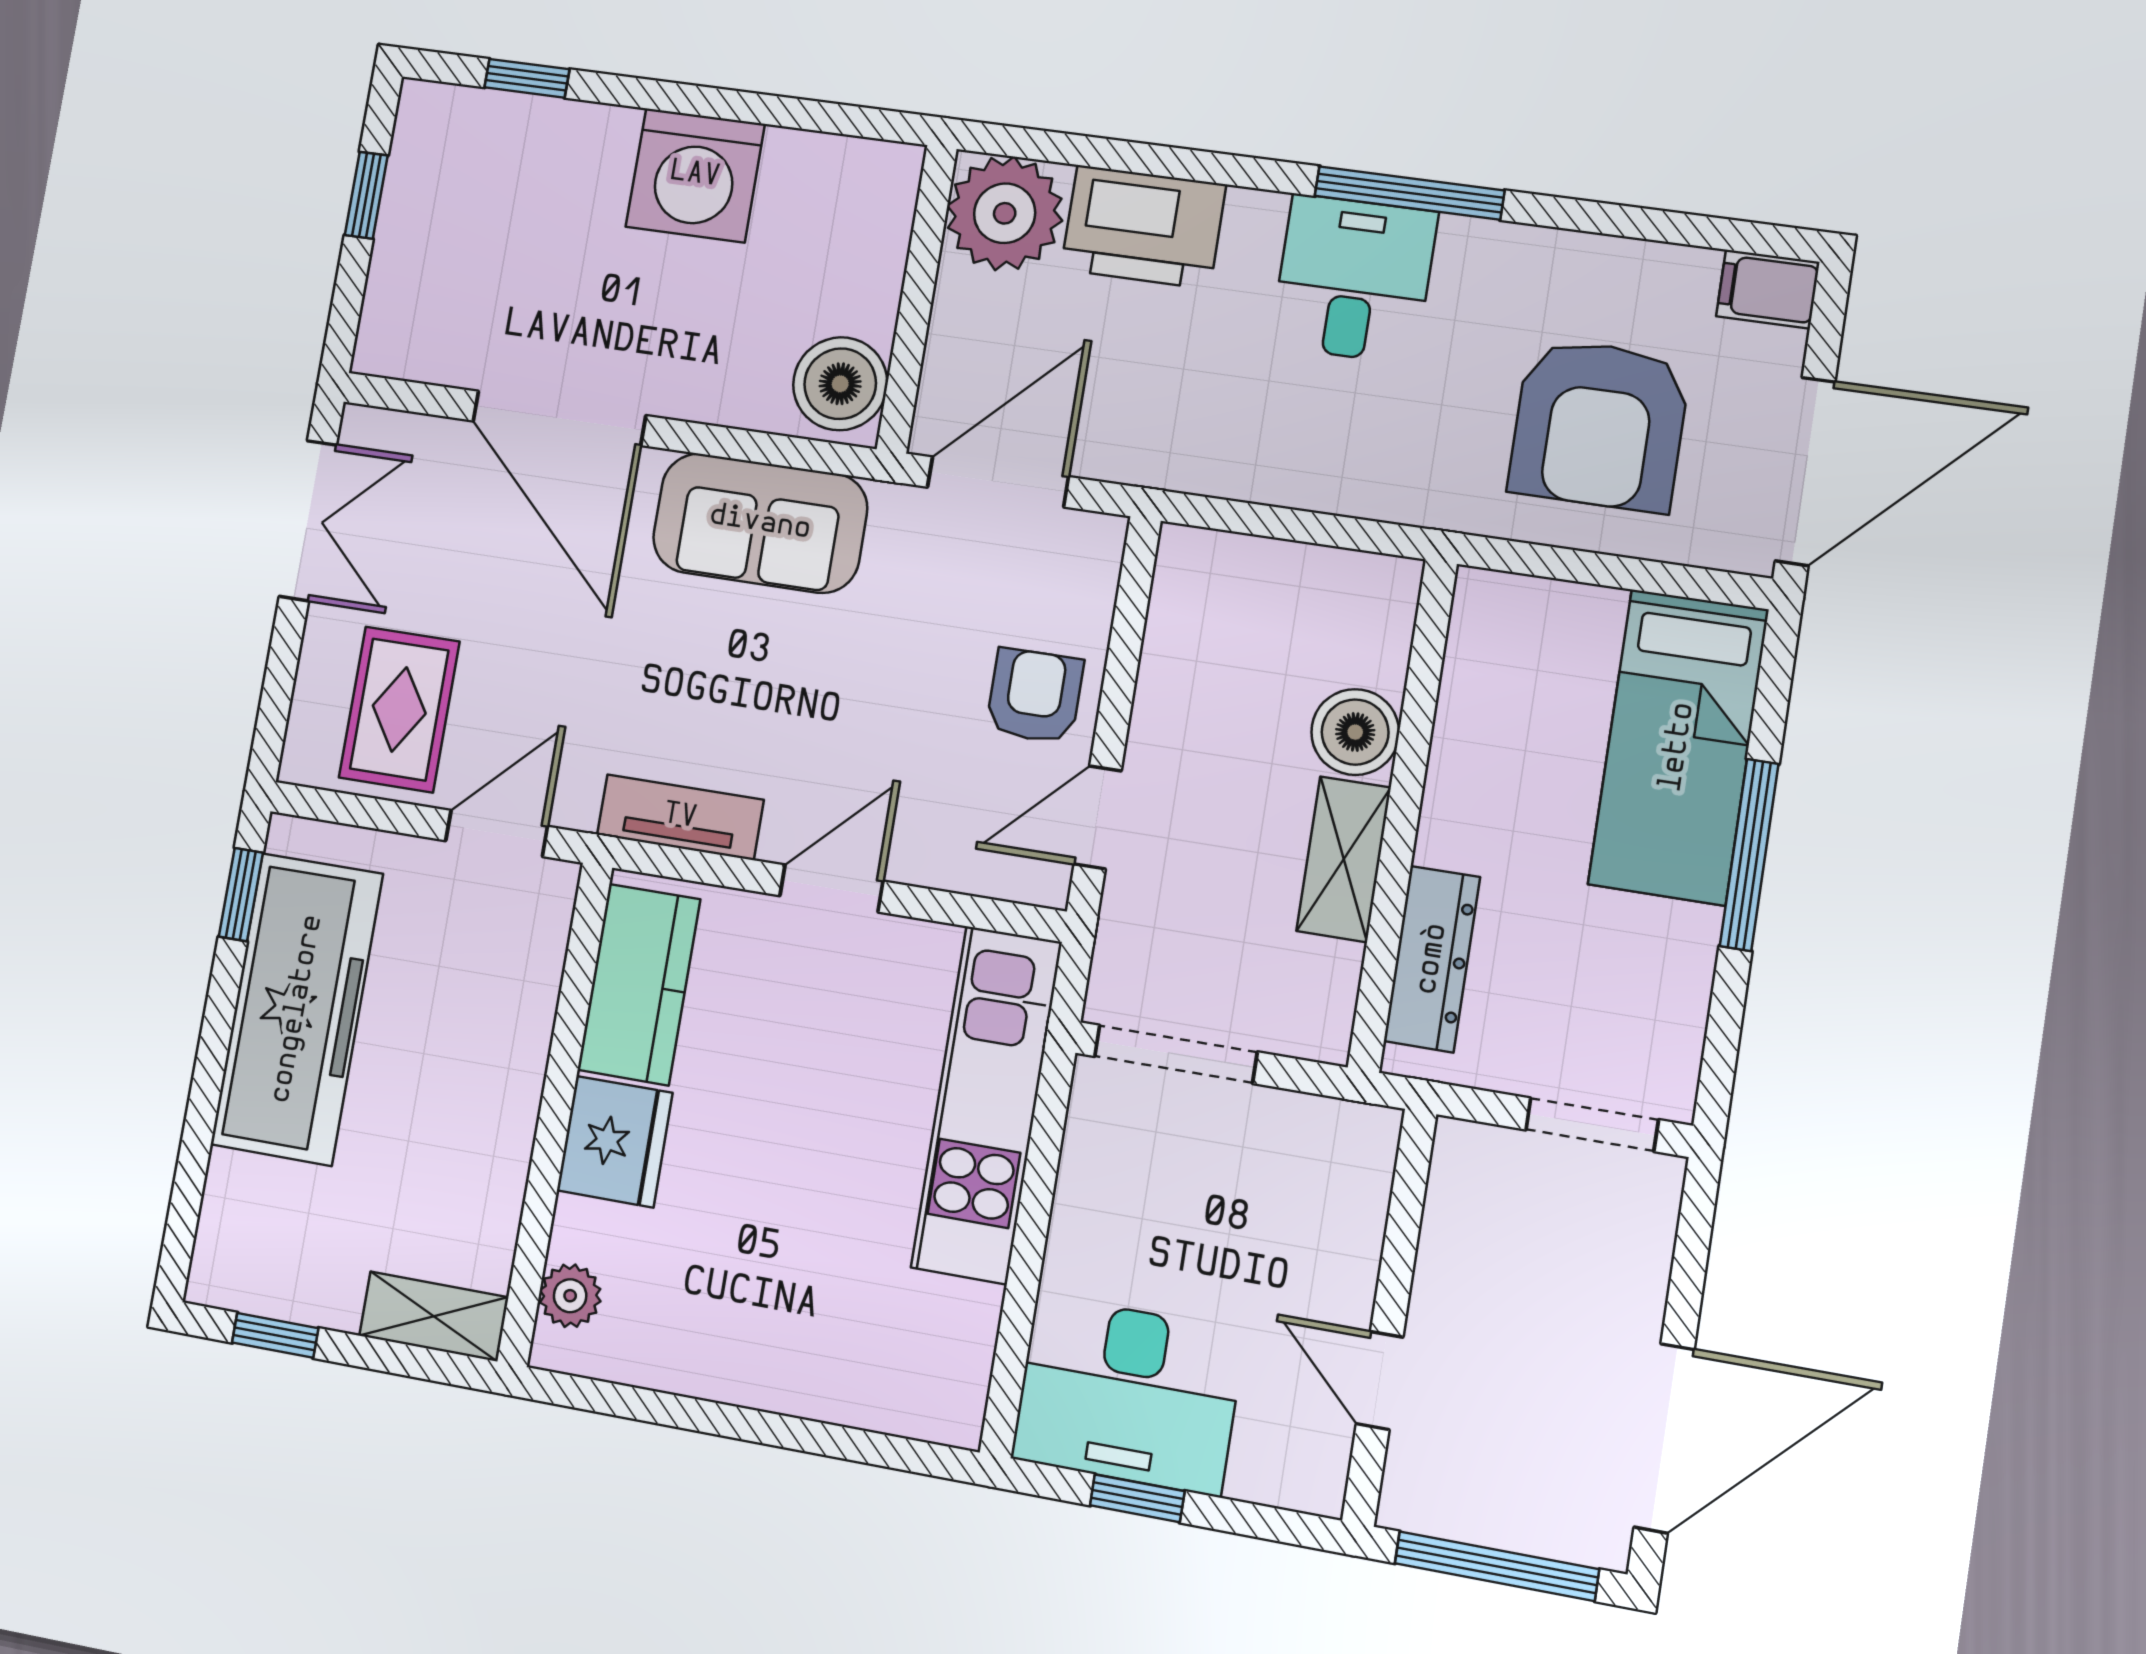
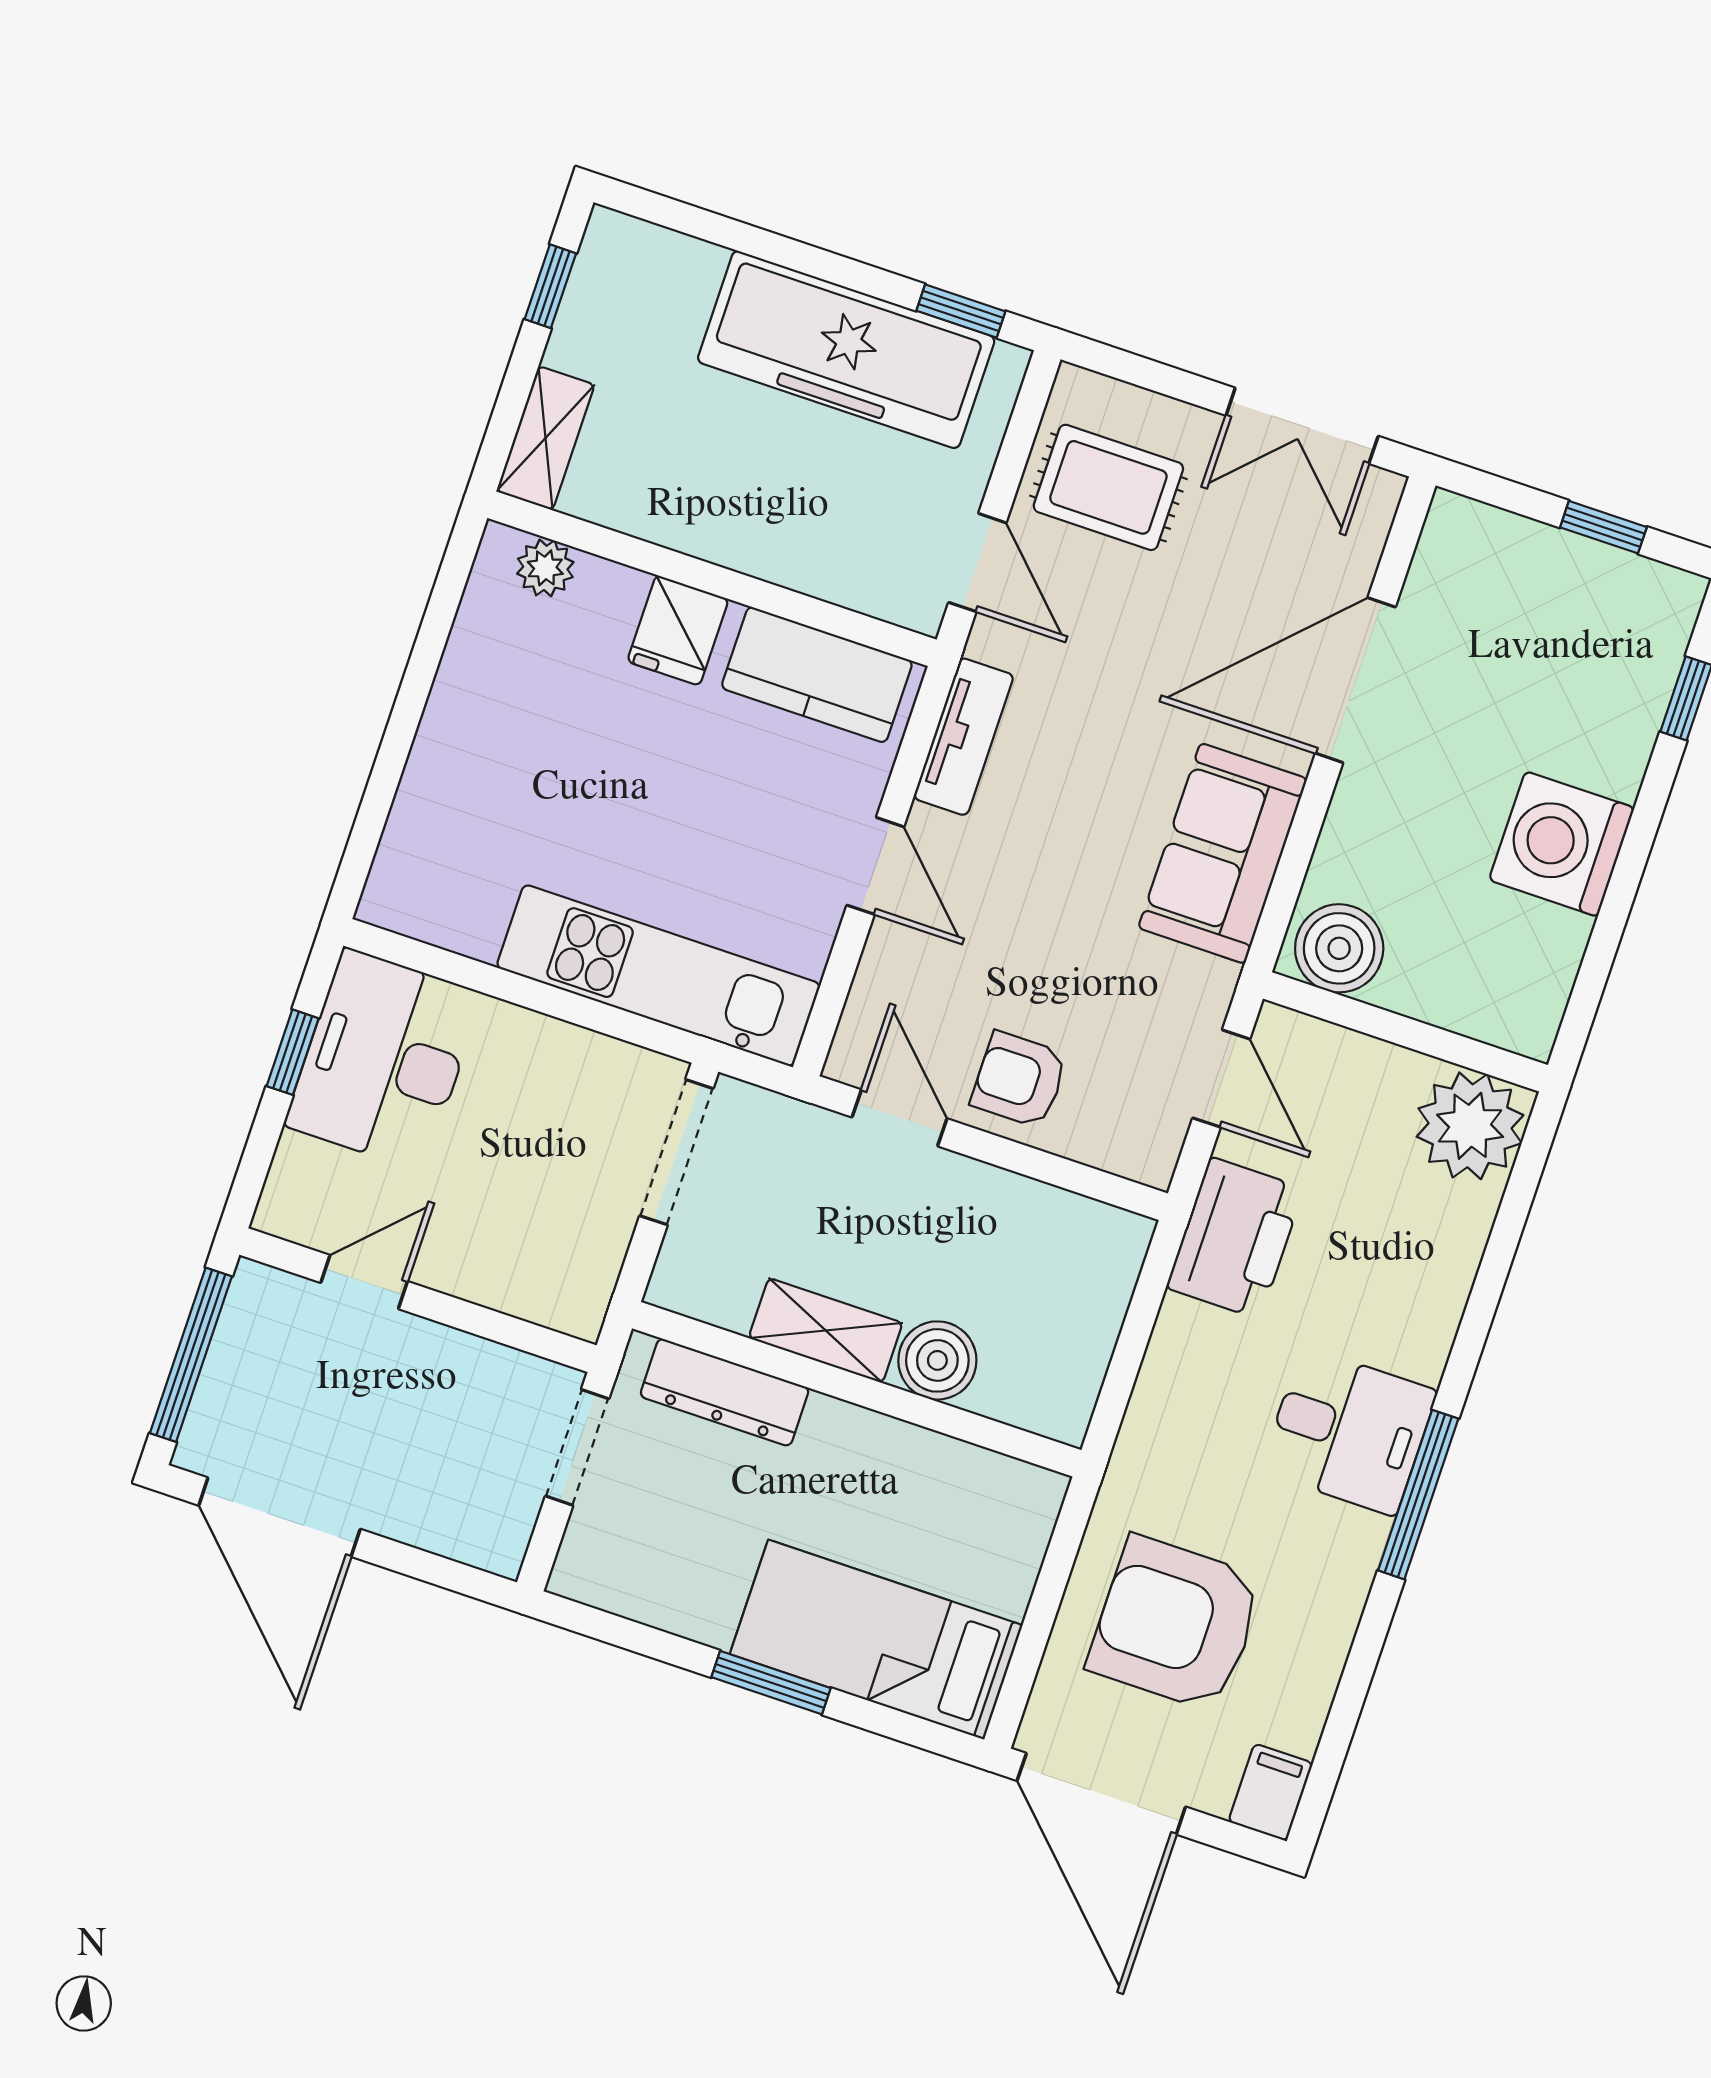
printer: (1143, 227) -> (1235, 1238), moved, turned 180
door: (998, 482) -> (1221, 1078), width x0.73
armchair: (1035, 696) -> (1019, 1080), turned 180
window: (1749, 855) -> (771, 1683), width x0.69
doorway: (1592, 1125) -> (577, 1447), moved
fridge: (615, 1142) -> (678, 630), width x0.72

